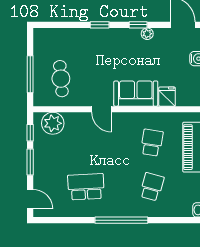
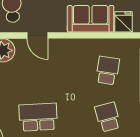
door: (102, 109) -> (37, 35), moved
school desk: (152, 187) -> (108, 117), turned -30

